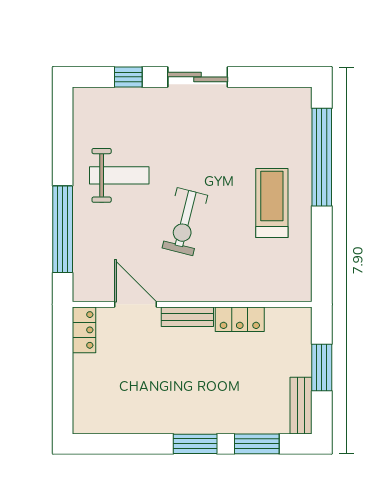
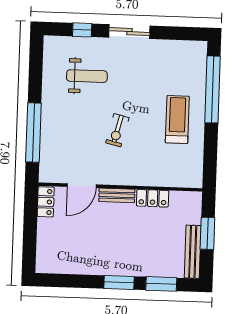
weight bench: (119, 175) -> (87, 76), moved
exercise bike: (185, 222) -> (117, 130), width x0.73, depth x0.72
door: (136, 304) -> (82, 186), swing flipped
bench: (301, 406) -> (193, 252), width x1.36

